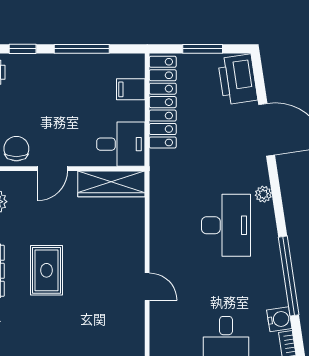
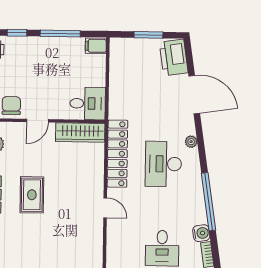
filing cabinet: (131, 89) -> (96, 46), moved
locker: (163, 102) -> (117, 154), moved
desk: (226, 225) -> (163, 164), turned 180

